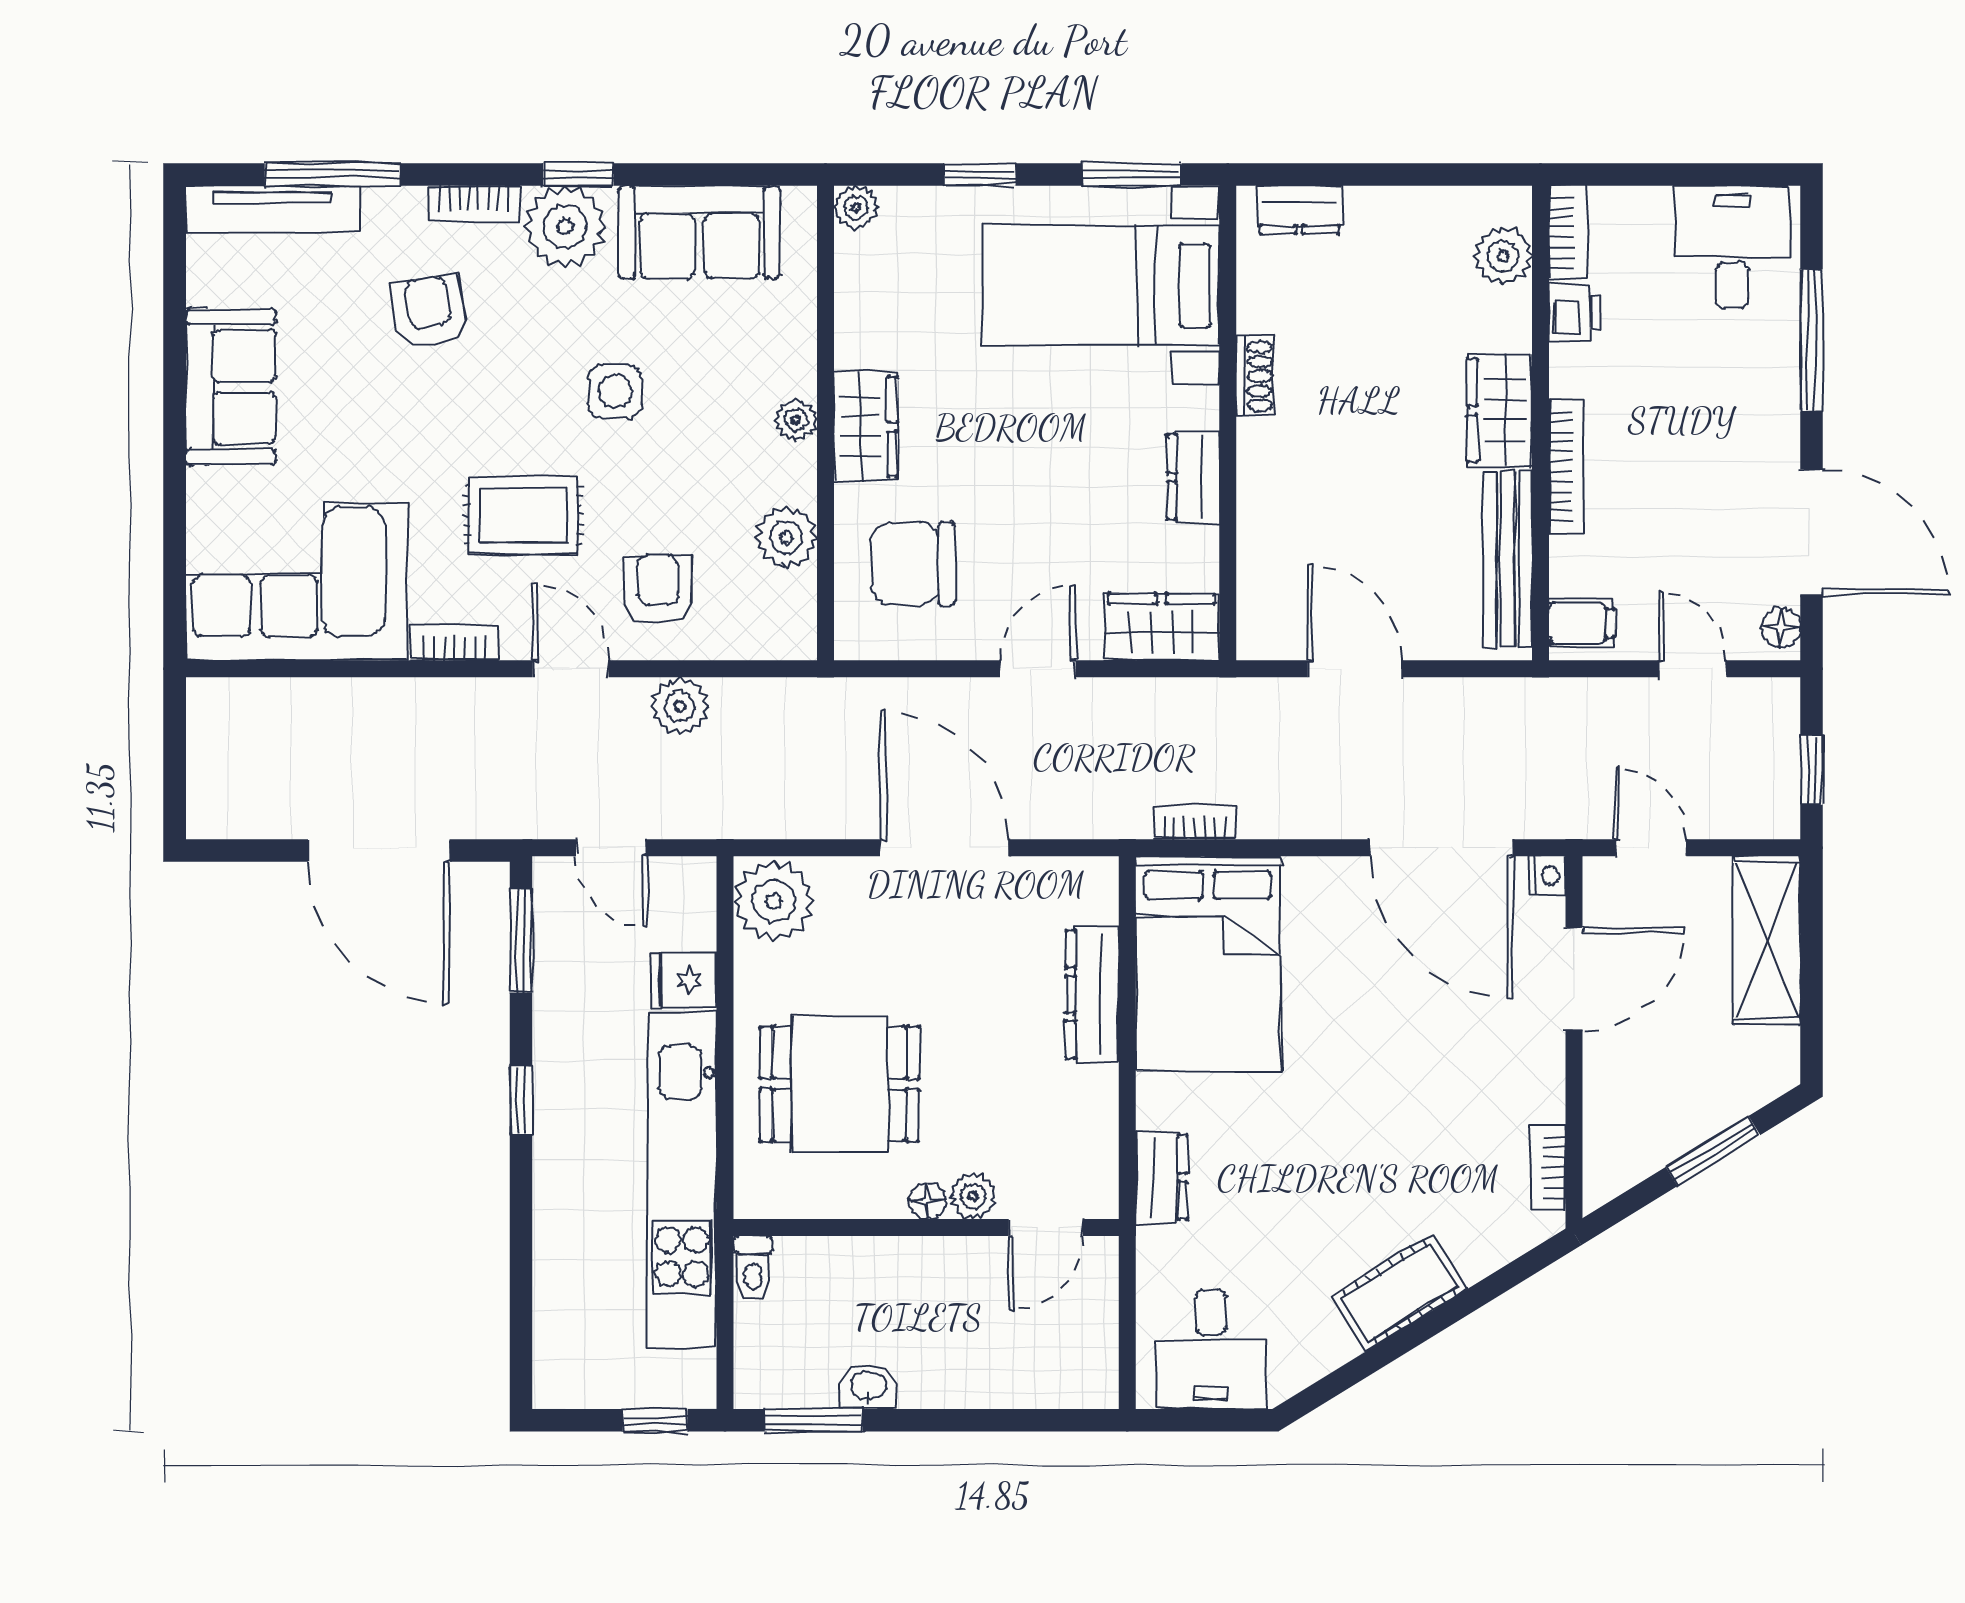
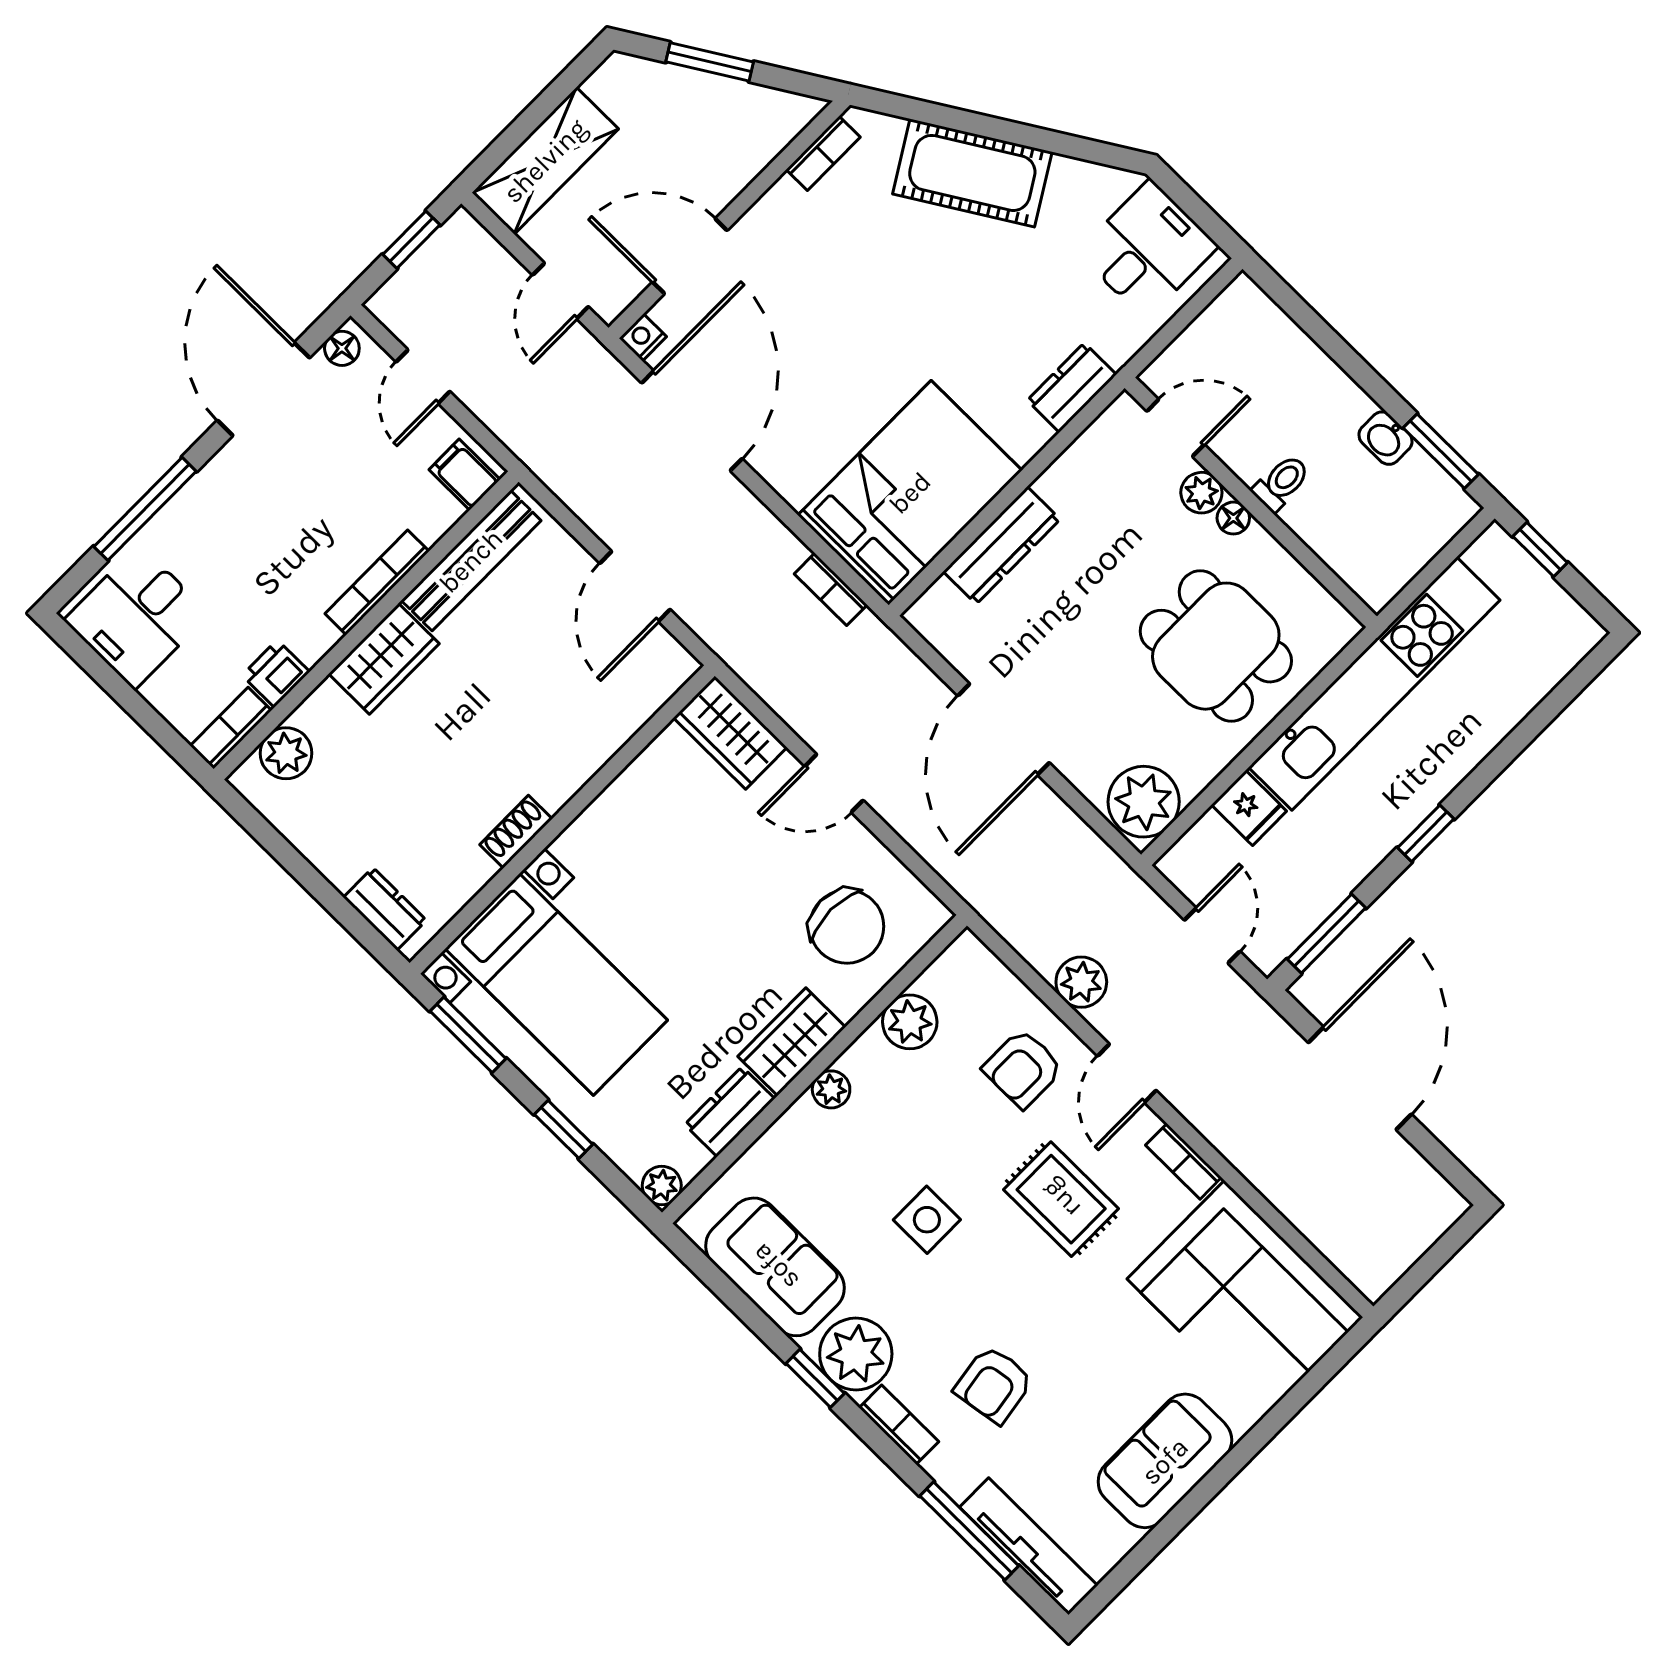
dresser: (1193, 477) -> (730, 1112), moved, turned 180
toilet: (753, 1268) -> (1281, 483), moved
cot: (1400, 1292) -> (972, 173), width x1.37, depth x1.34

